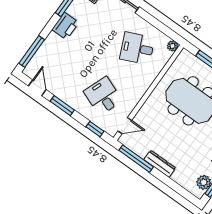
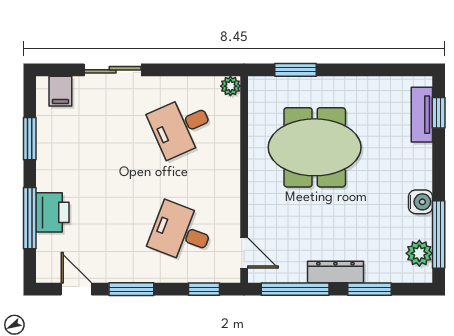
printer: (65, 26) -> (52, 212), moved
window: (32, 51) -> (30, 218), moved
door: (125, 126) -> (244, 253), hinge flipped
window: (170, 183) -> (369, 289), added

